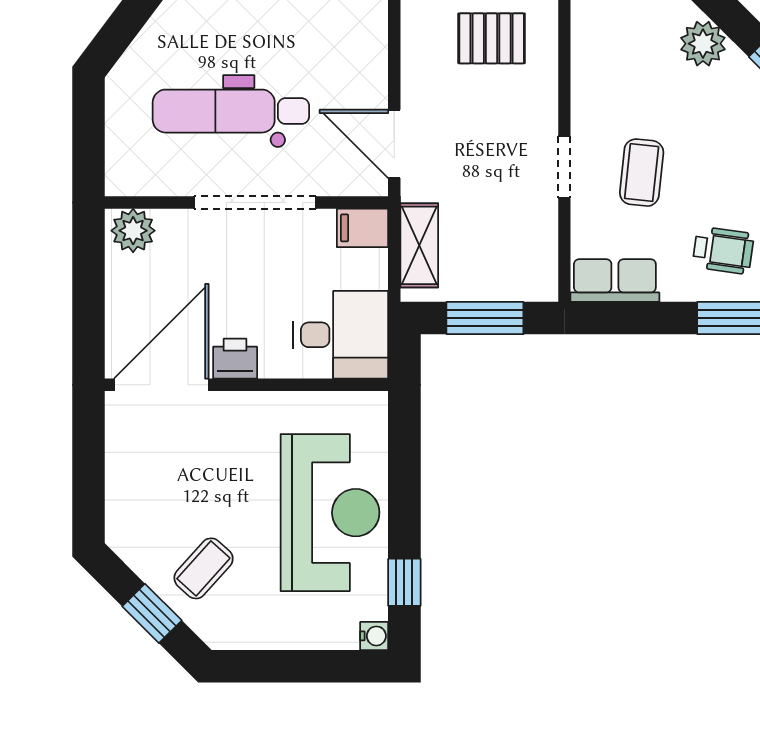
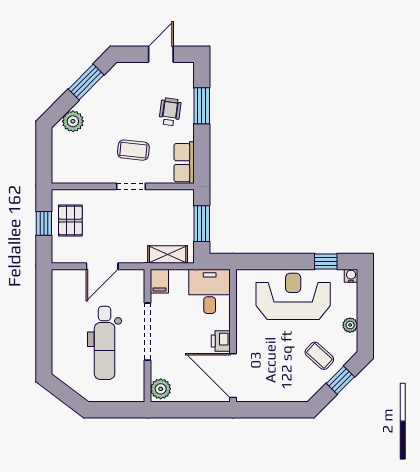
door: (394, 144) -> (102, 266), moved
plant: (269, 634) -> (350, 325), added

